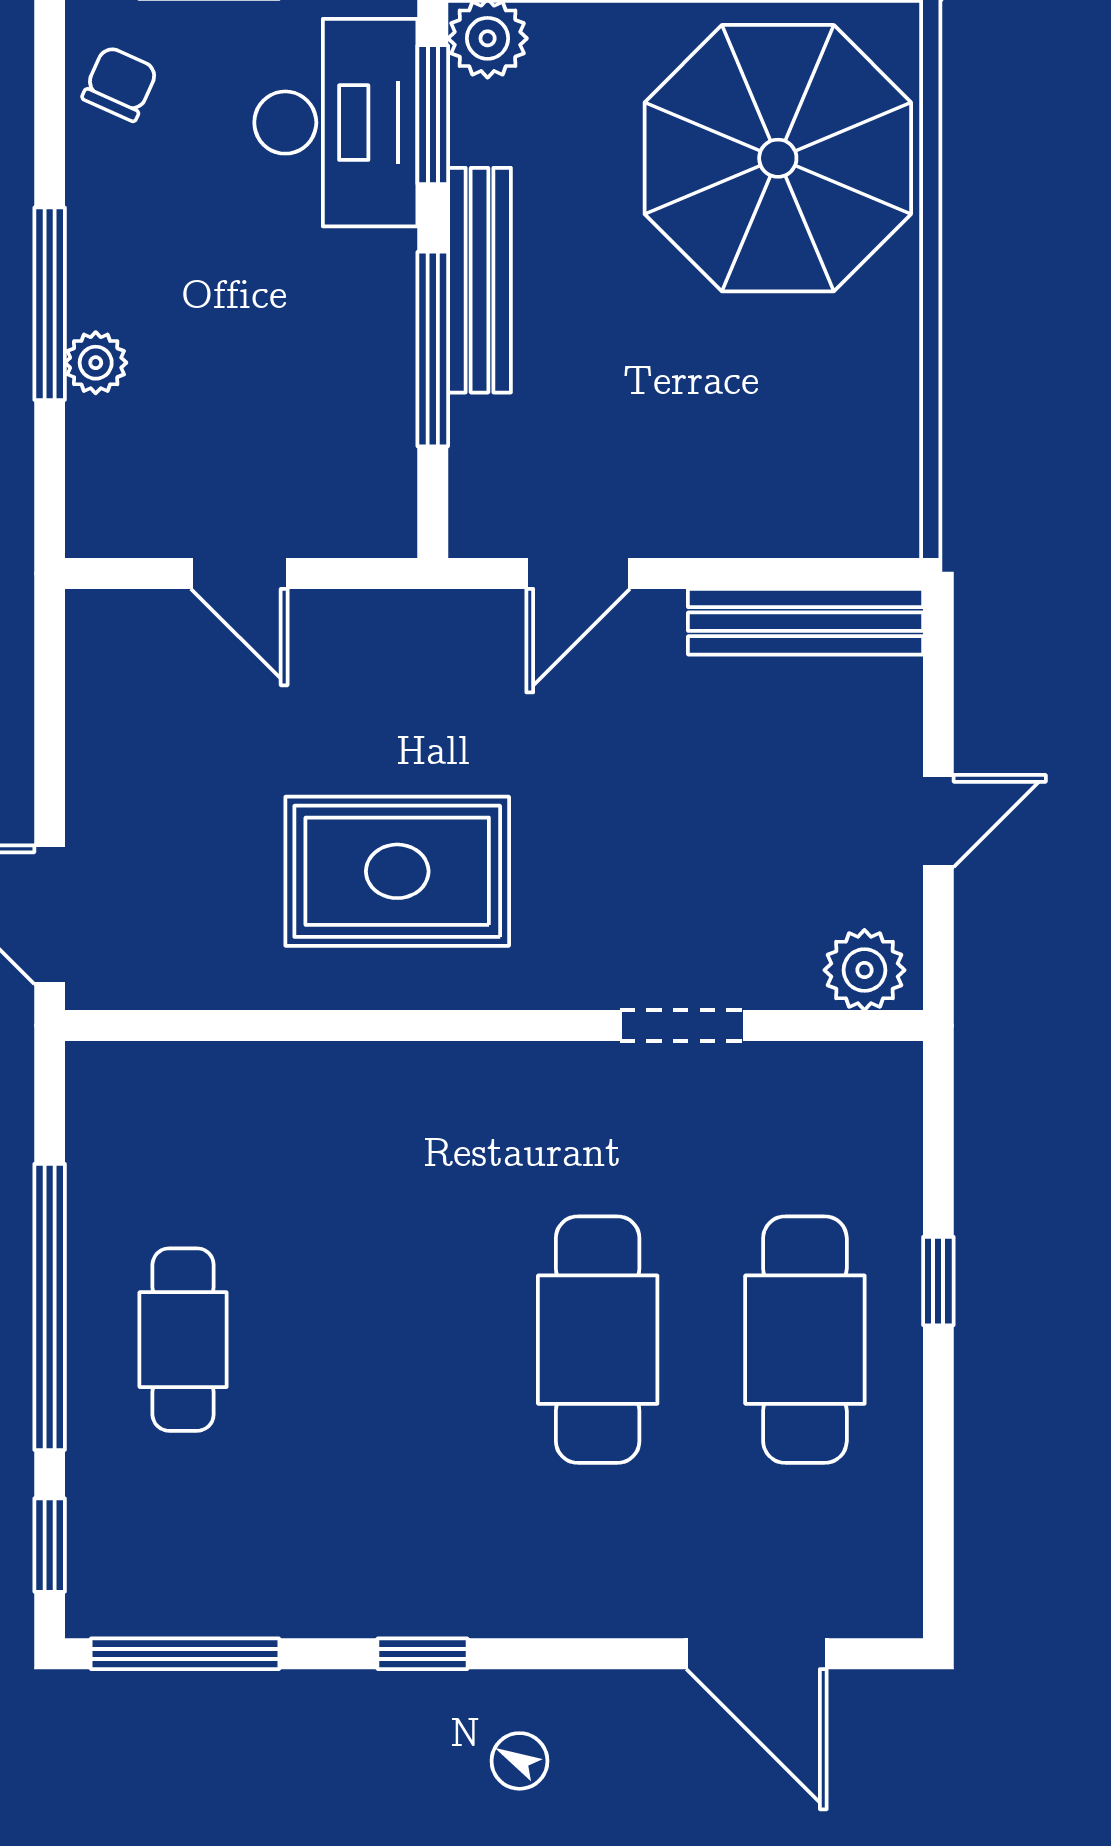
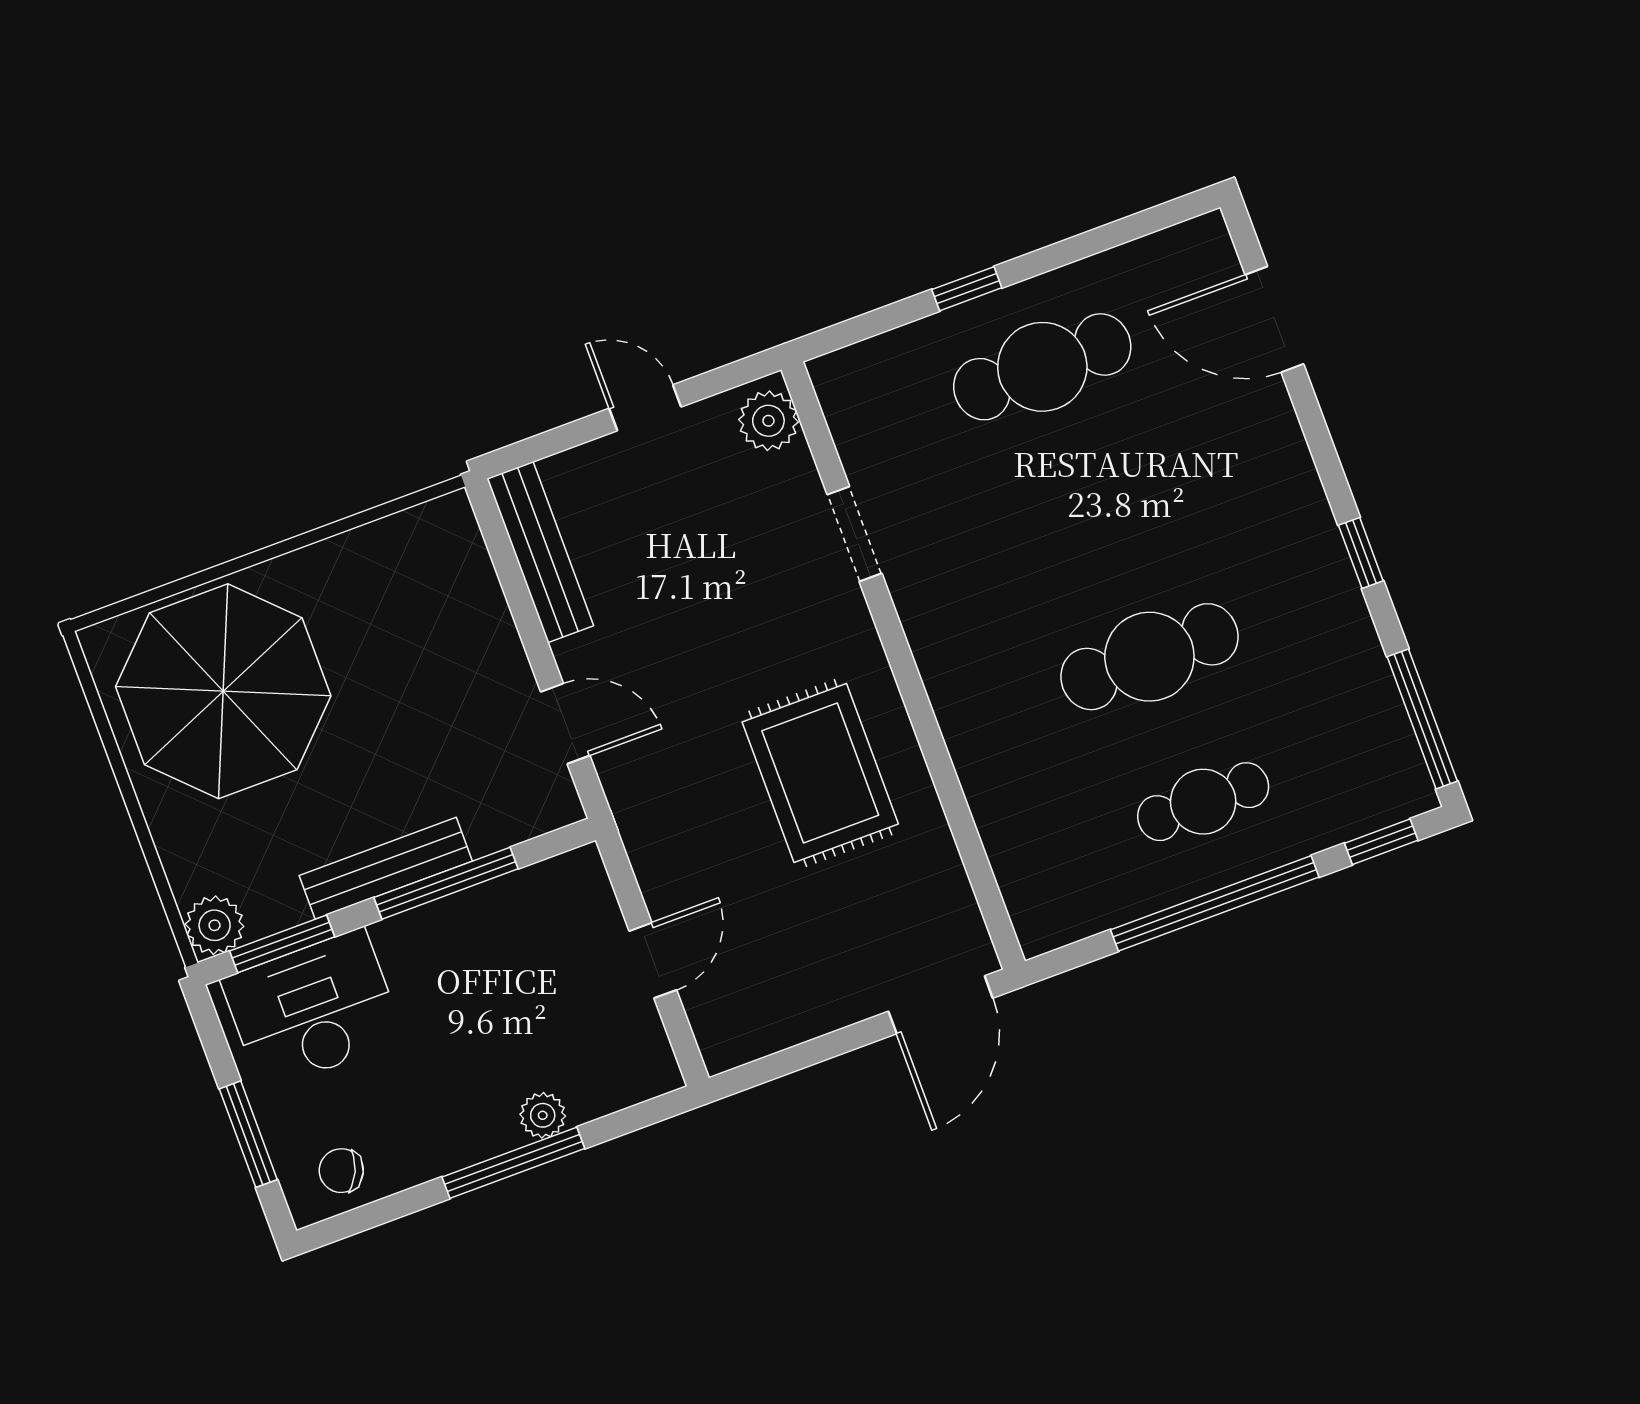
cafe table: (598, 1340) -> (1149, 657), moved
door: (757, 1654) -> (1274, 319), swing flipped

